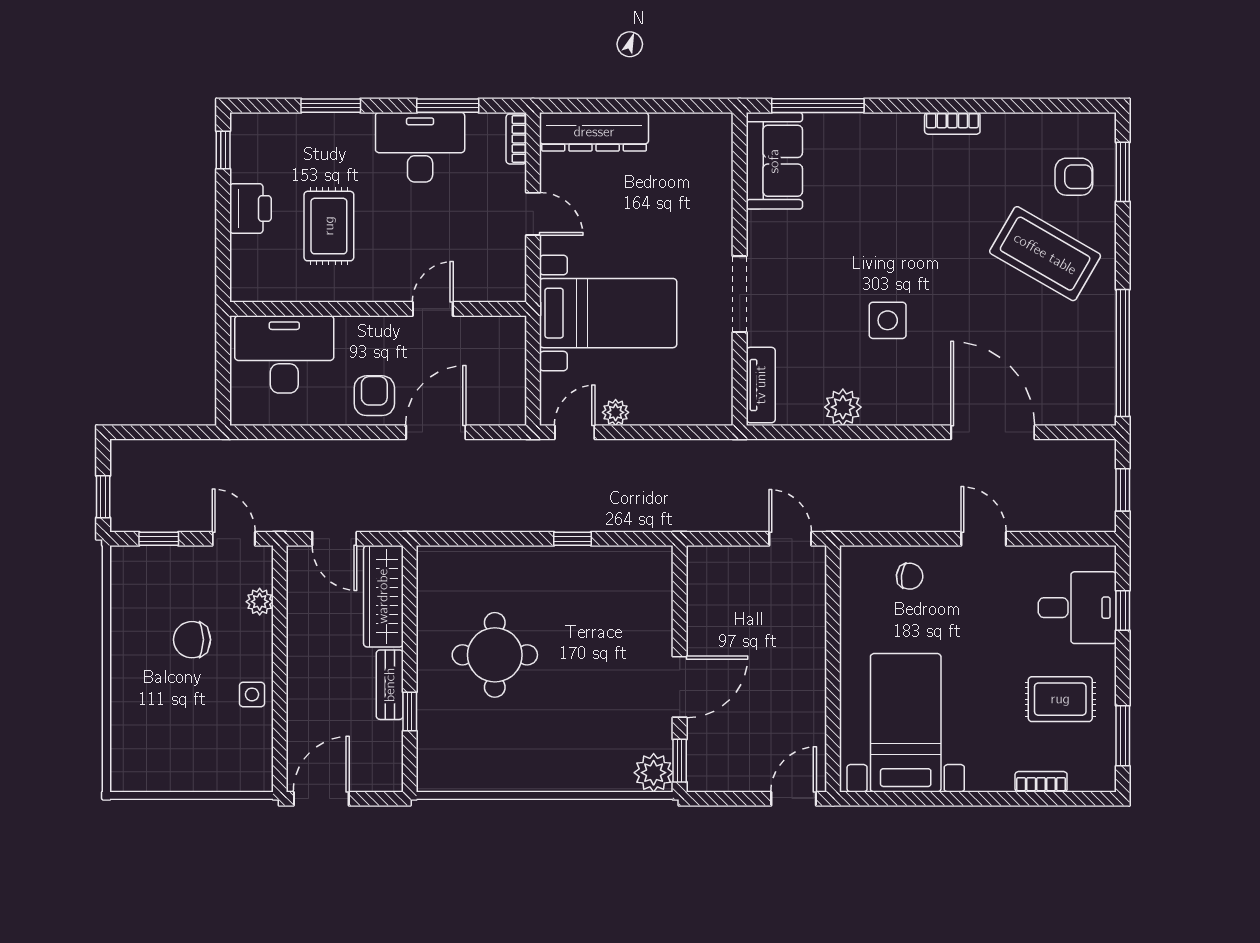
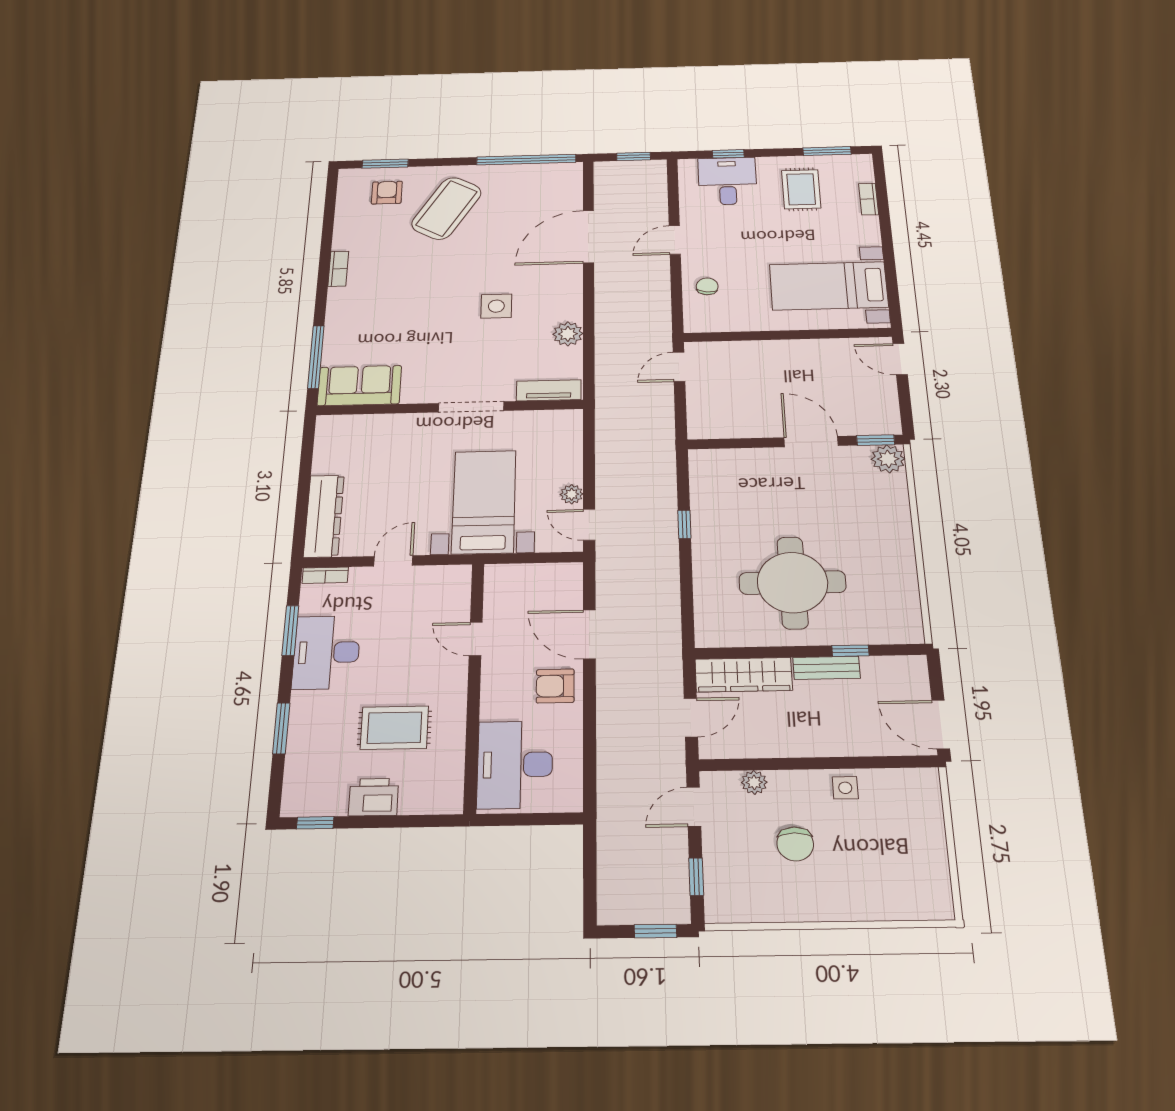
round table: (495, 655) -> (793, 583), width x1.36, depth x1.36

